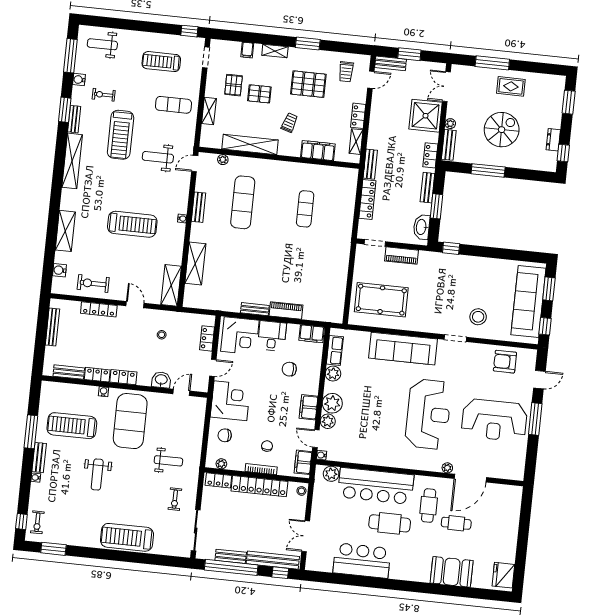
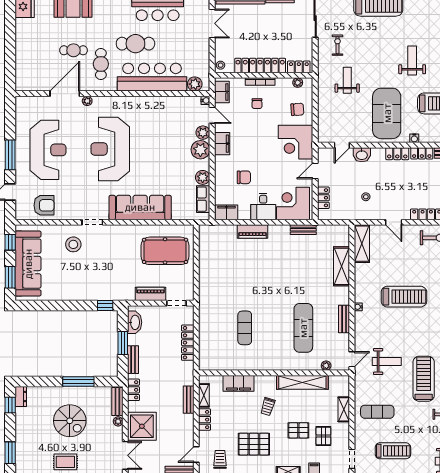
spiral stairs: (502, 130) -> (70, 421), turned -90
dresser: (553, 140) -> (21, 396), moved
bench: (370, 164) -> (189, 400), moved
treadmill: (132, 224) -> (404, 297), turned 180
bench: (255, 309) -> (303, 230), moved
reception desk: (494, 420) -> (48, 150), turned 90
weight bench: (168, 461) -> (347, 80), turned 90

